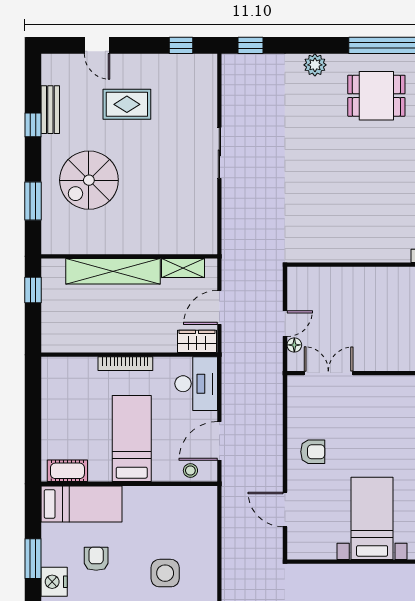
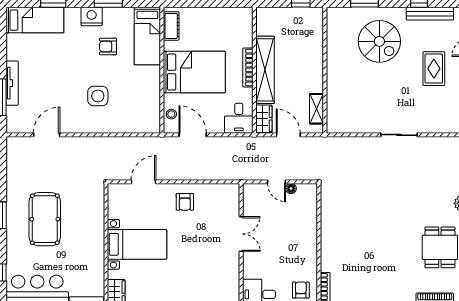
bench: (50, 110) -> (430, 14), width x1.36
spiral stairs: (89, 180) -> (379, 41), turned 180
shelving: (113, 271) -> (265, 70), moved
floor lamp: (294, 345) -> (291, 189), moved
double door: (328, 373) -> (241, 234), moved
desk: (196, 384) -> (239, 118), width x0.73
bed: (132, 439) -> (194, 72), width x1.50
armchair: (96, 559) -> (108, 46), turned 180

